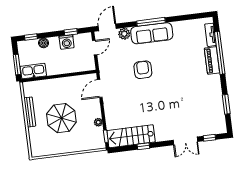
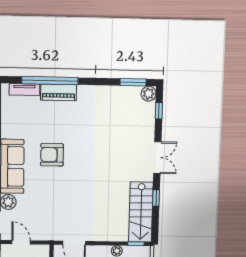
armchair: (143, 70) -> (52, 155), moved
window: (226, 104) -> (133, 82), moved
plant: (221, 128) -> (149, 94), added
double door: (185, 141) -> (157, 158), moved

